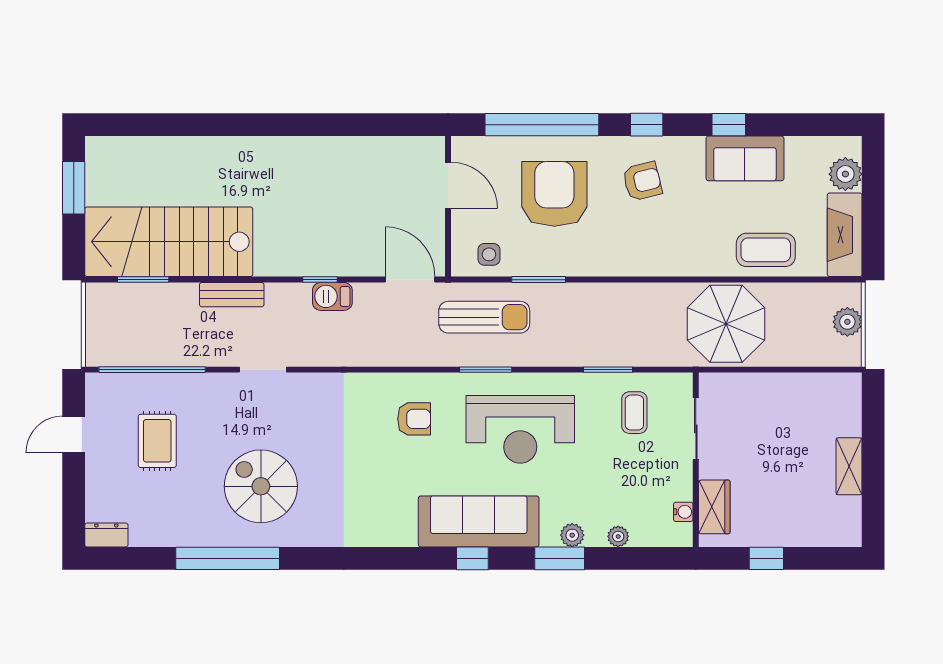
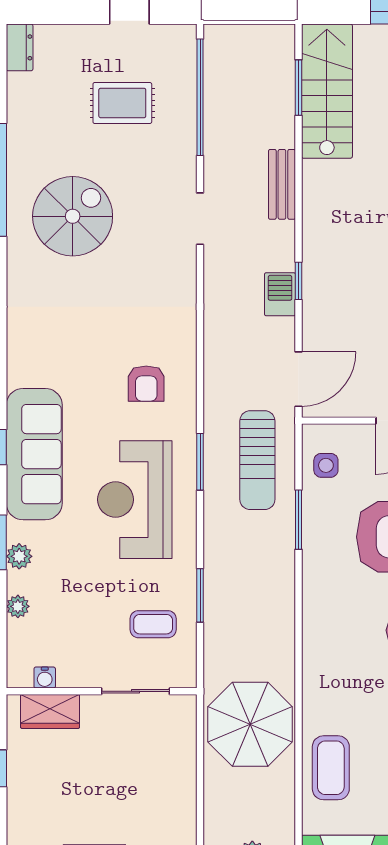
stairs: (169, 242) -> (327, 91), width x0.73, depth x0.66

